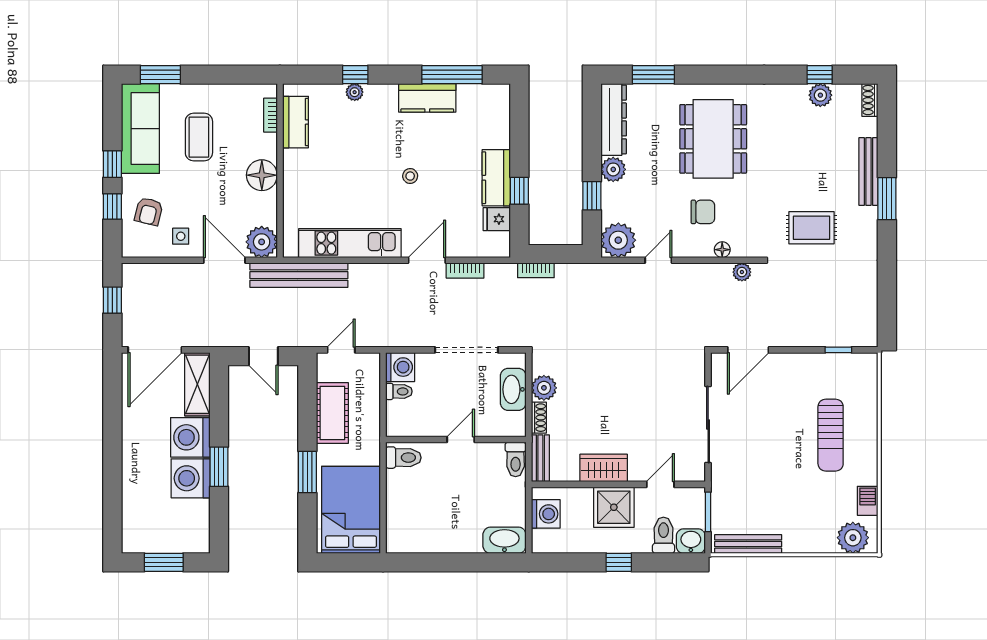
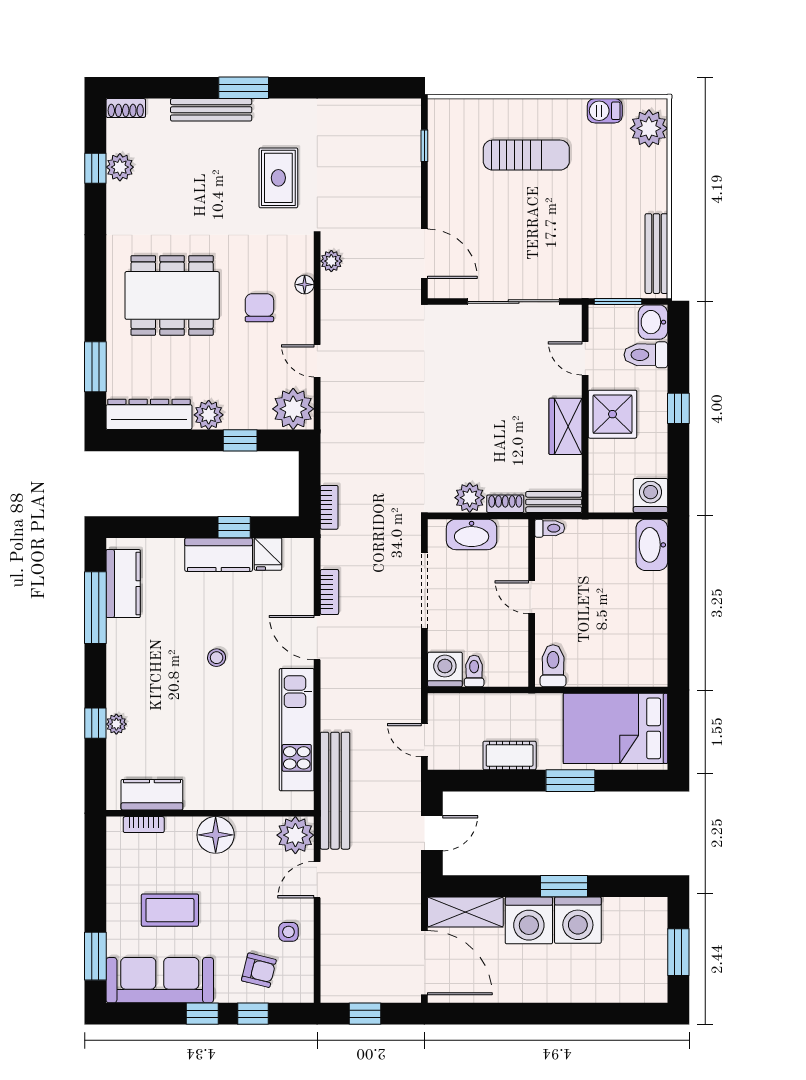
kitchen counter: (427, 98) -> (123, 584), moved
door: (224, 260) -> (317, 880), width x0.73
cot: (332, 413) -> (510, 755), width x0.73, depth x0.75
toilet: (516, 459) -> (550, 528), width x0.73, depth x0.72
washing machine: (546, 514) -> (651, 496), moved

